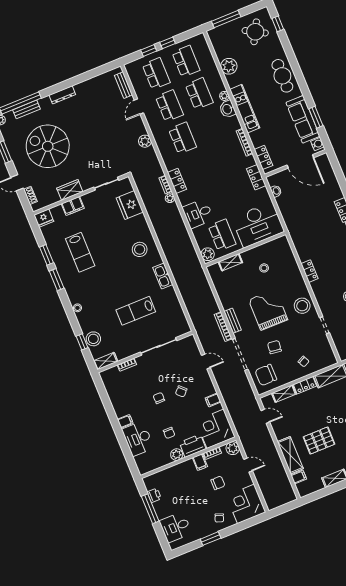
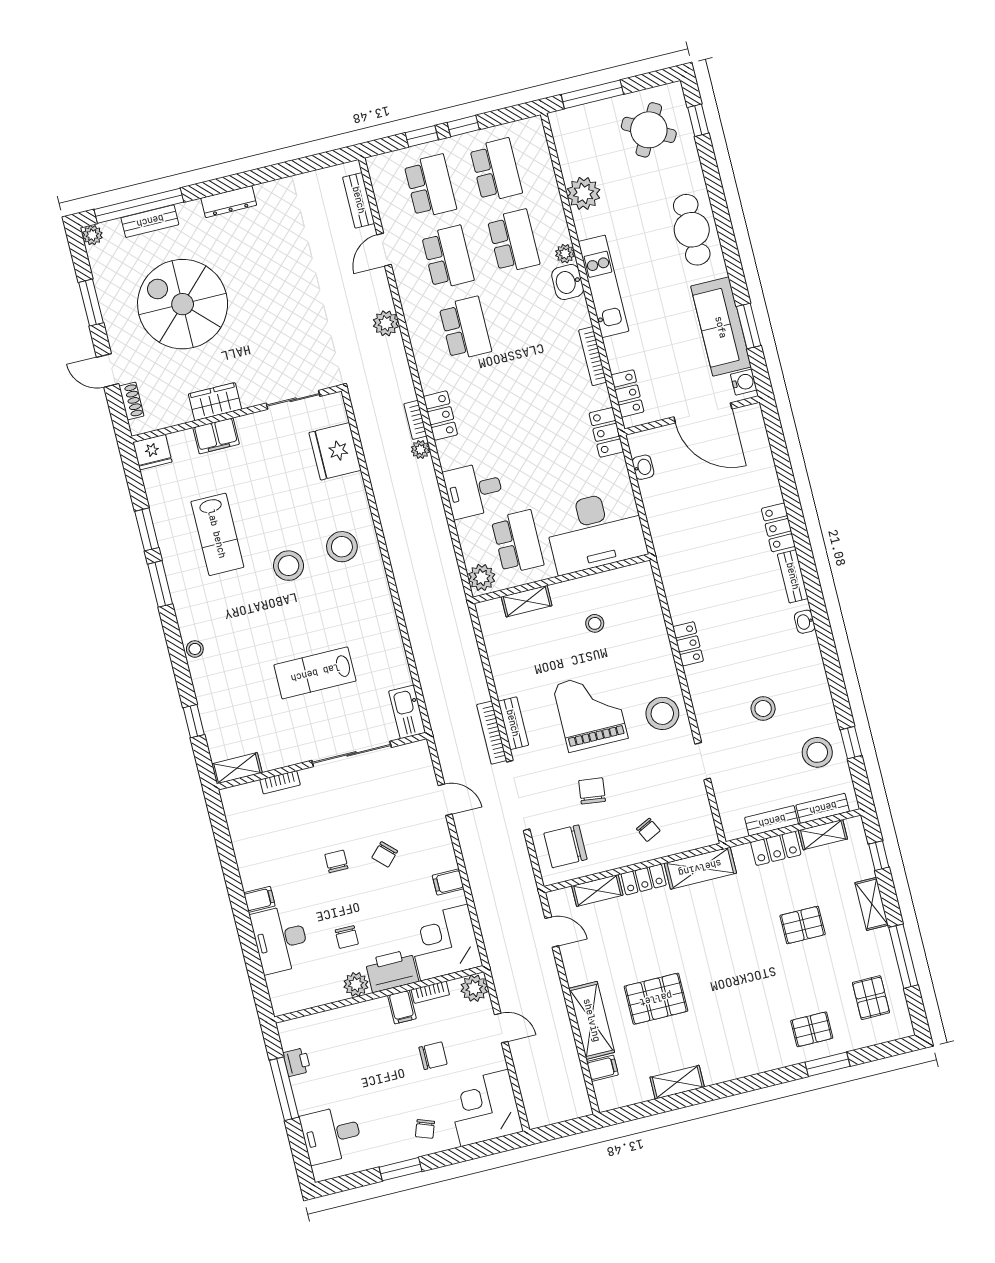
kitchen sink: (163, 276) -> (407, 712), moved
stool: (93, 339) -> (289, 566), moved

